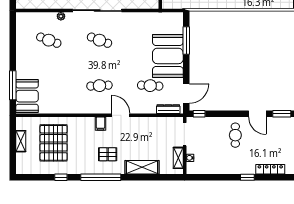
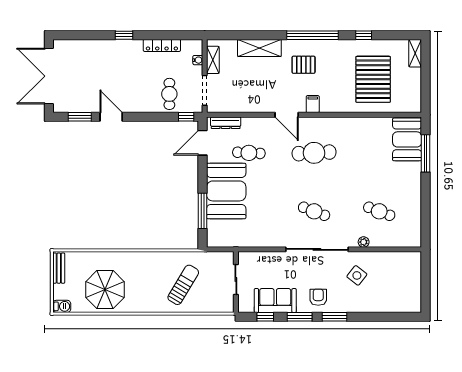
cafe table: (99, 86) -> (314, 153), width x1.37, depth x1.35
cafe table: (235, 135) -> (169, 94), moved
shelving: (21, 141) -> (415, 53), moved
locker: (270, 169) -> (162, 45), moved

